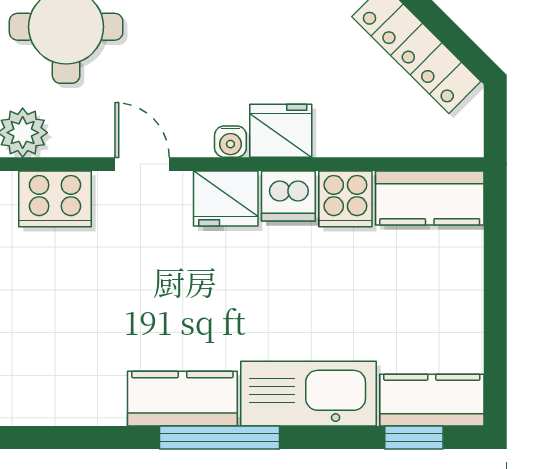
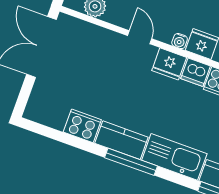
cooker: (55, 199) -> (82, 126), moved, turned 180

